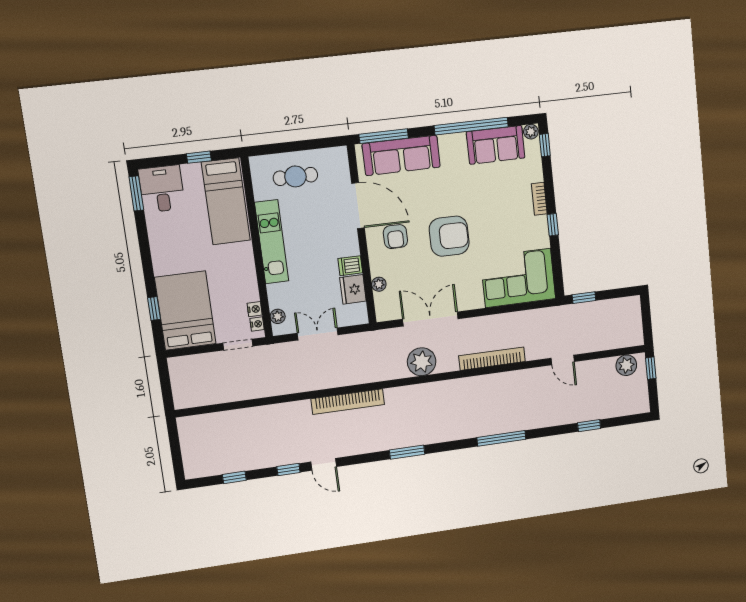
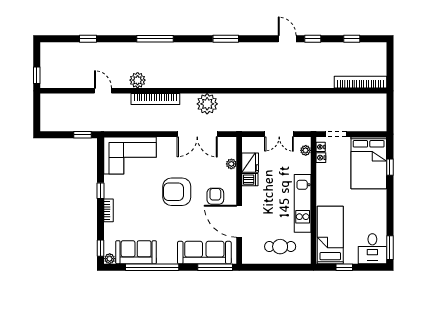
plant: (626, 365) -> (138, 80), moved
bookcase: (348, 402) -> (360, 82), moved

